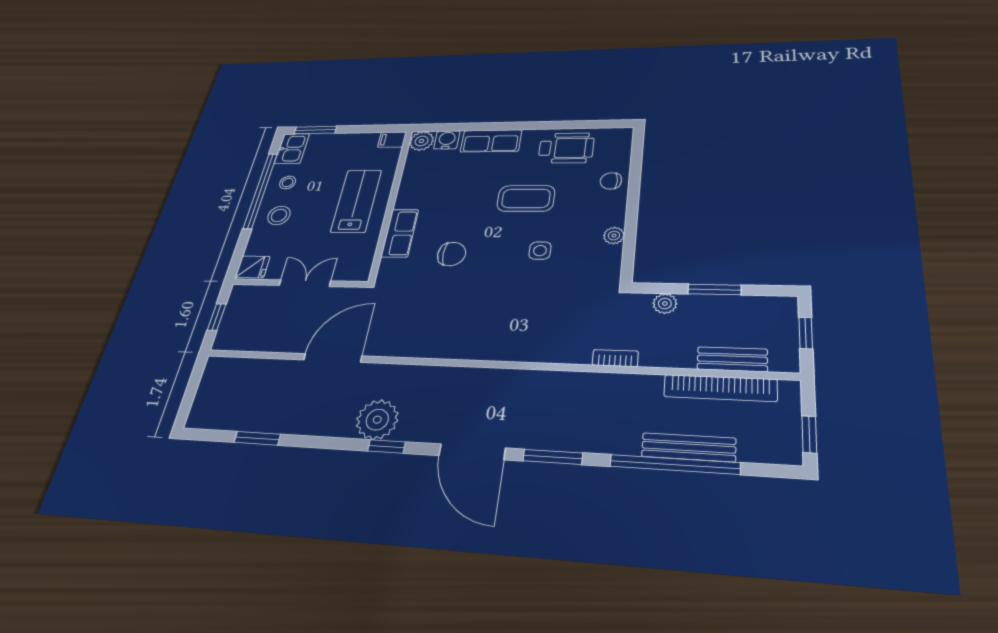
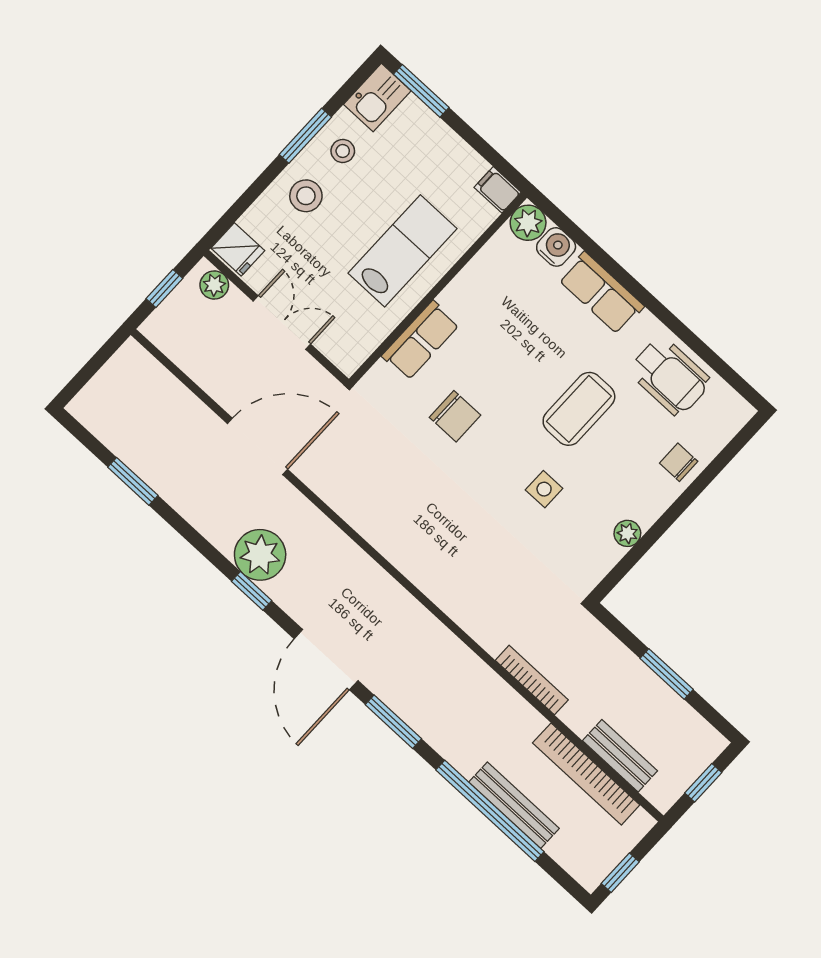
window: (260, 190) -> (305, 136), width x0.47
coffee table: (526, 198) -> (579, 409), turned 90
plant: (665, 304) -> (214, 285), moved
bookcase: (615, 358) -> (532, 680), width x1.56

